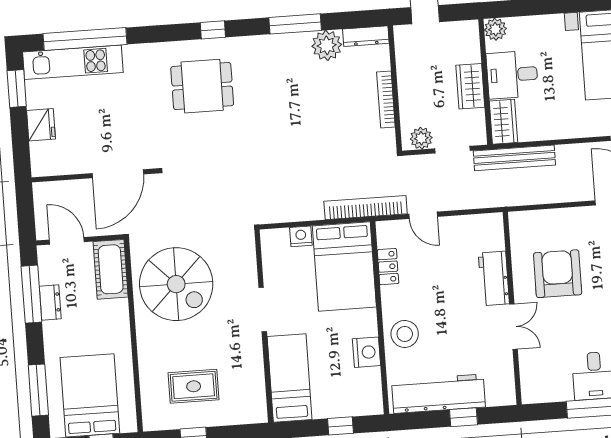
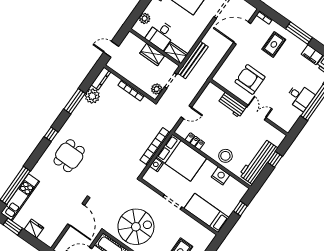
plant: (495, 29) -> (145, 18), moved
bookcase: (366, 208) -> (155, 146), moved

